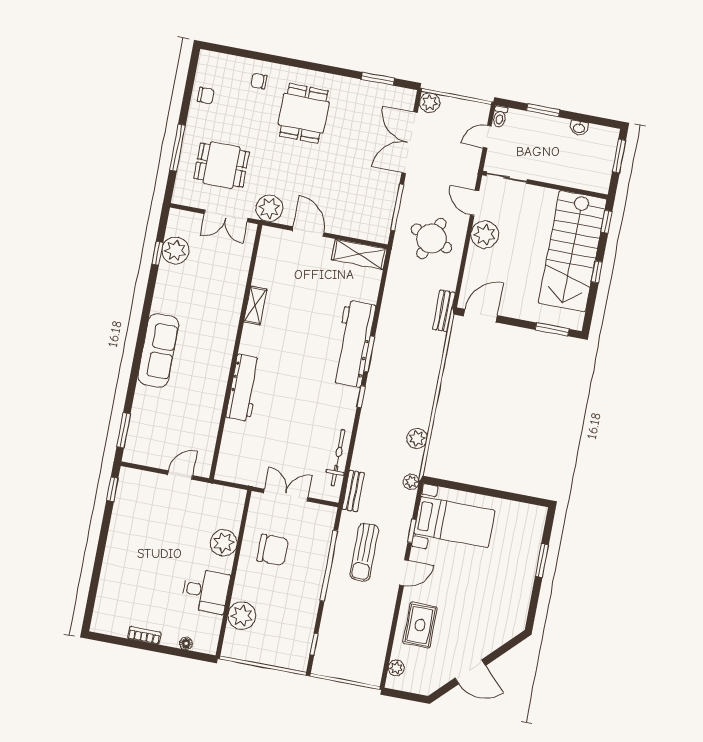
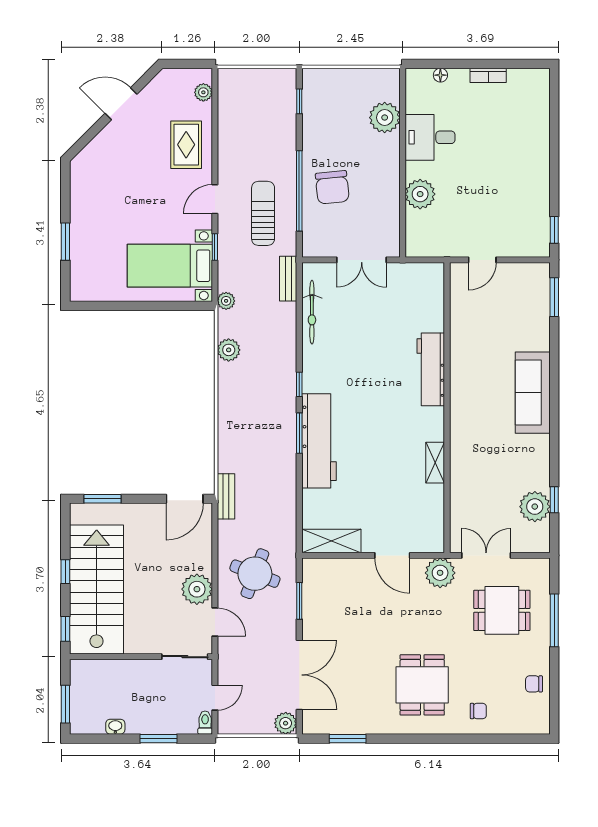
window: (397, 207) -> (299, 601), width x0.69
chair: (273, 550) -> (332, 187), moved, turned -96

